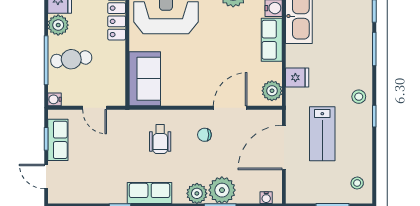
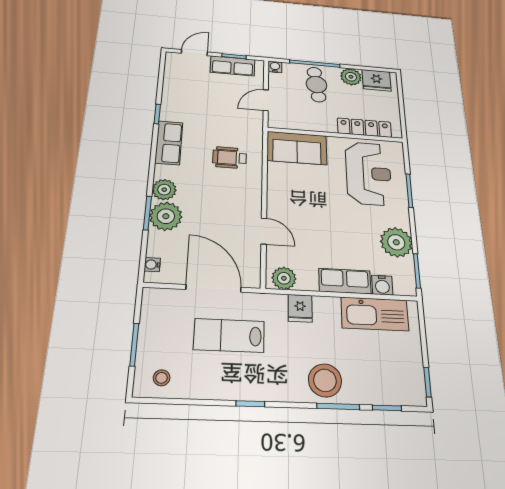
stool: (359, 97) -> (325, 380), moved, width x1.89, depth x1.89
door: (230, 108) -> (264, 231), width x0.73
chair: (204, 135) -> (233, 202), removed

